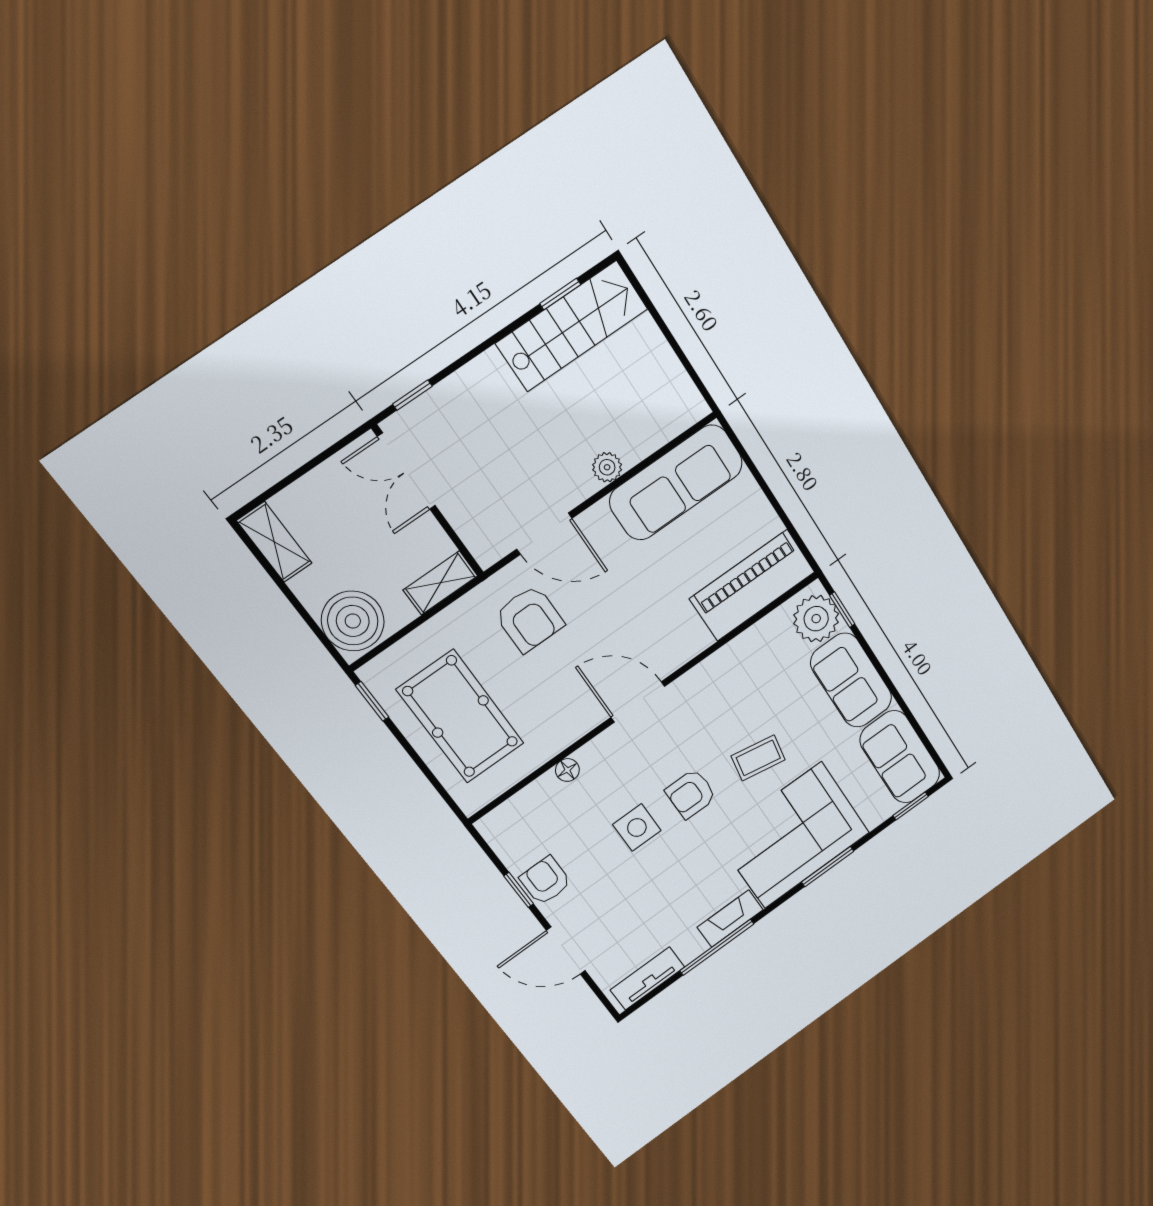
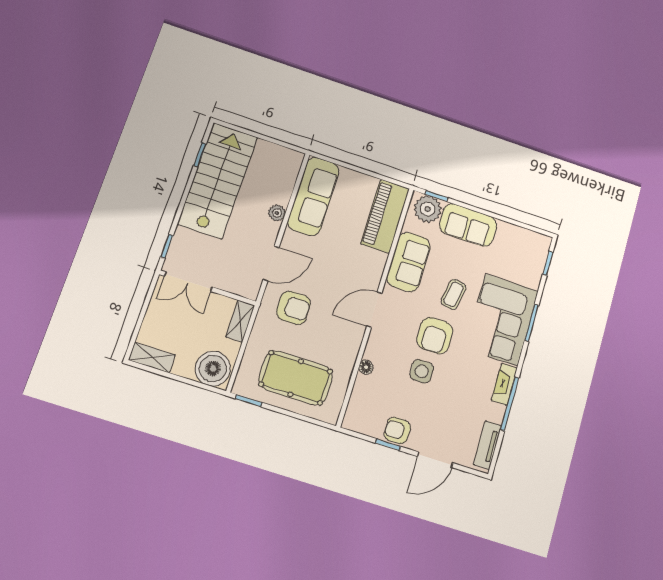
stairs: (572, 326) -> (218, 180), width x1.36, depth x1.51
sofa: (900, 757) -> (408, 262), moved, turned -90
armchair: (691, 794) -> (435, 336), width x1.38, depth x1.38

